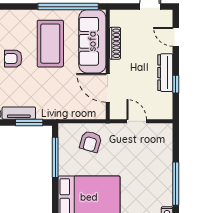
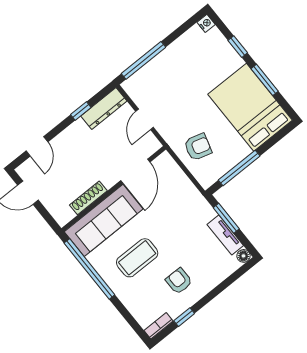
coffee table: (50, 44) -> (137, 258), width x0.73, depth x0.76
armchair: (13, 59) -> (179, 281), turned 180
dresser: (165, 73) -> (104, 109), moved
window: (176, 184) -> (144, 60), moved

